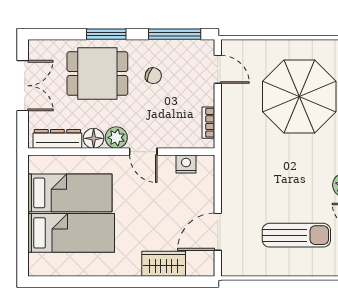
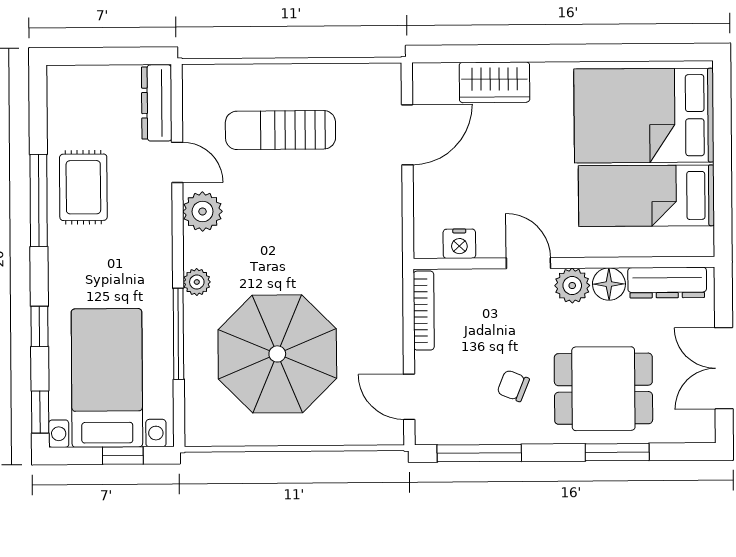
window: (106, 34) -> (617, 452), moved
bookcase: (208, 123) -> (424, 311), width x1.56
bed: (71, 233) -> (644, 116), width x1.50

